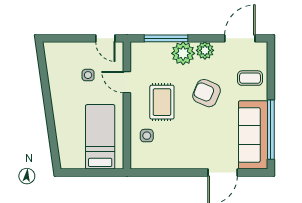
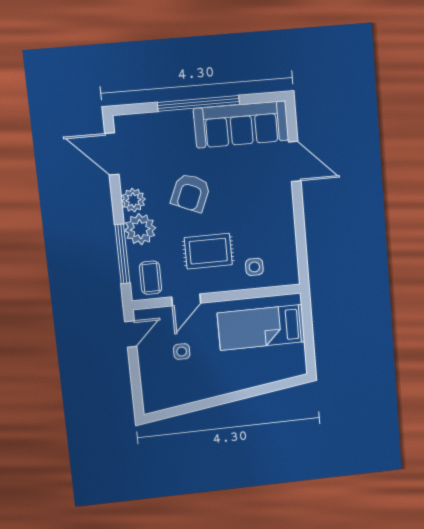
coffee table: (250, 78) -> (151, 278), moved
window: (271, 130) -> (198, 103), moved

